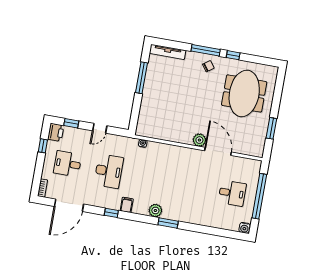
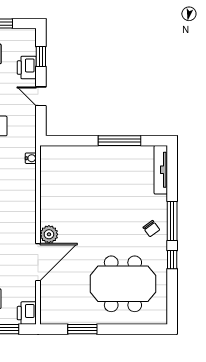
printer: (56, 132) -> (27, 68), moved, turned 90
printer: (253, 166) -> (27, 313), added

